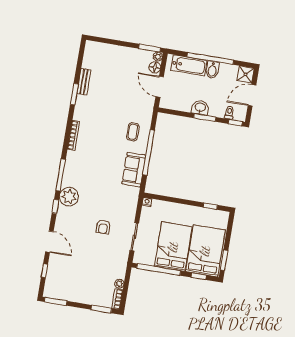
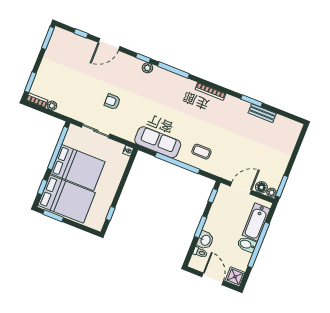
washbasin: (200, 108) -> (205, 240), moved
window: (235, 123) -> (213, 196), moved
sofa: (134, 170) -> (158, 142), width x1.36
plant: (69, 197) -> (147, 68), width x0.53, depth x0.53

